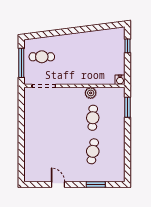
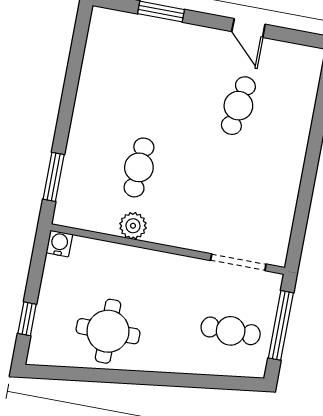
round table: (93, 47) -> (108, 331), added
cafe table: (93, 151) -> (238, 106), moved

